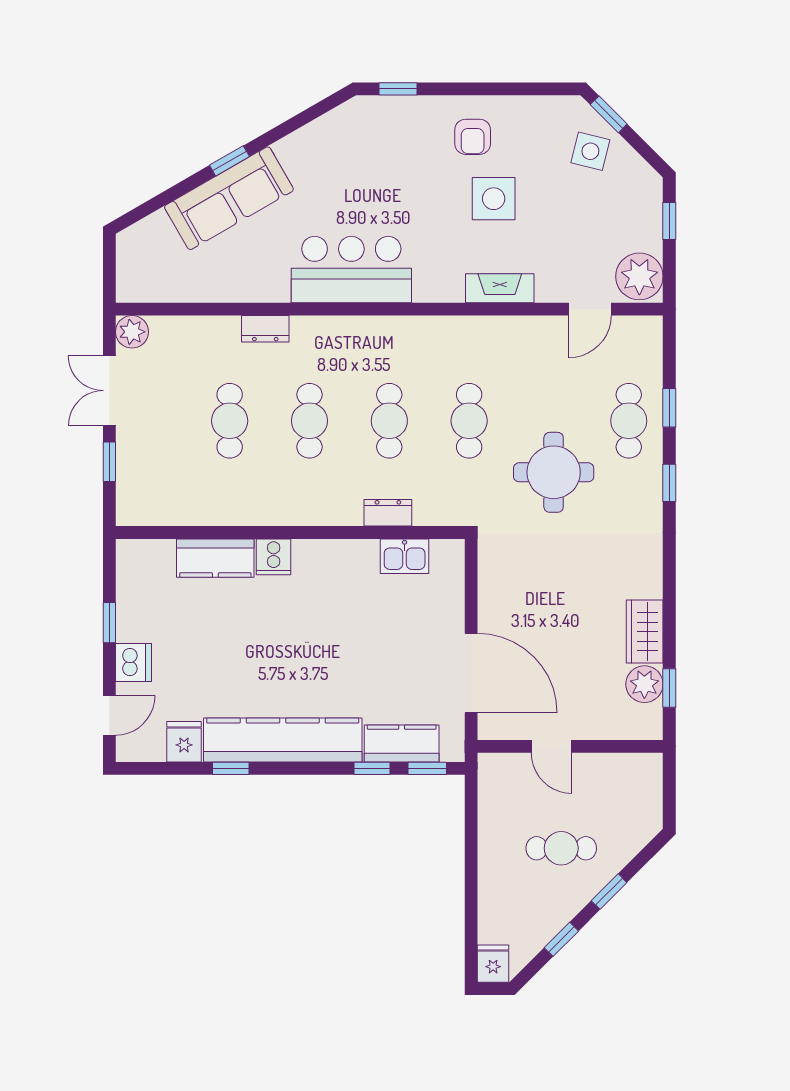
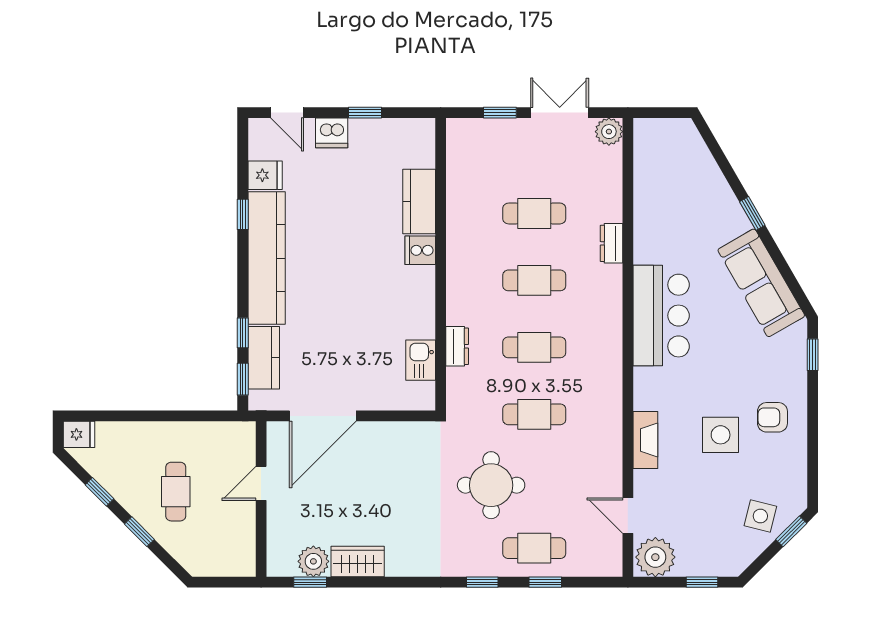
sofa: (229, 198) -> (761, 283), moved

